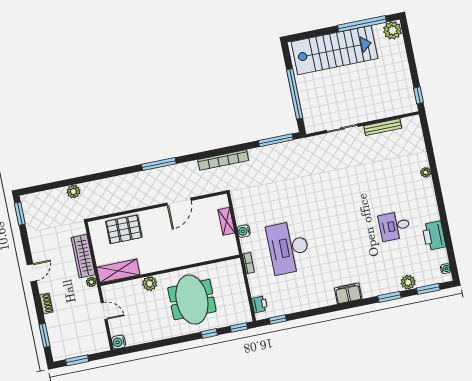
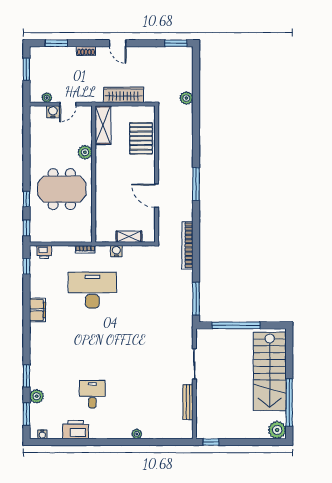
plant: (91, 282) -> (47, 98), moved
filing cabinet: (348, 294) -> (38, 310), moved
water cooler: (119, 342) -> (53, 112), moved

